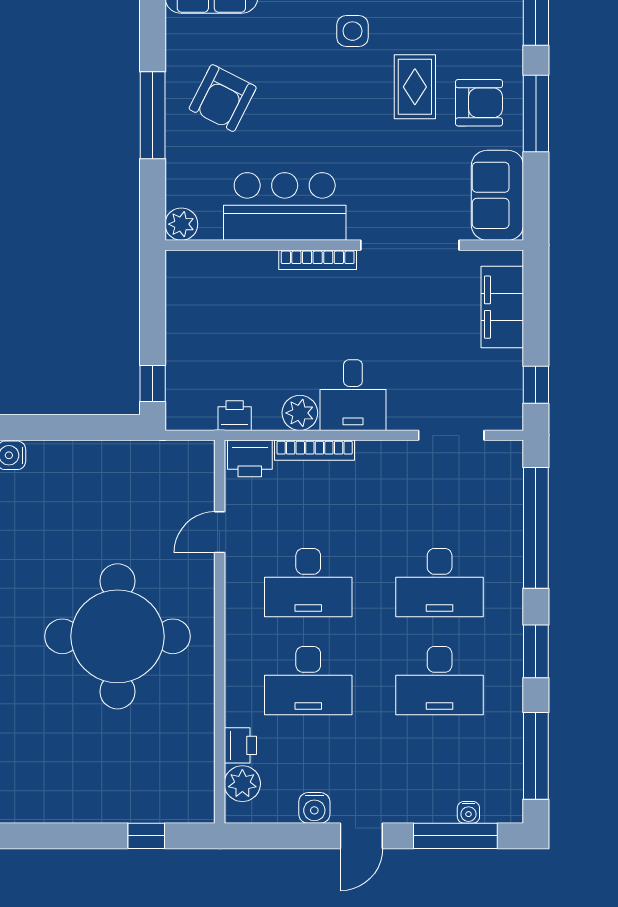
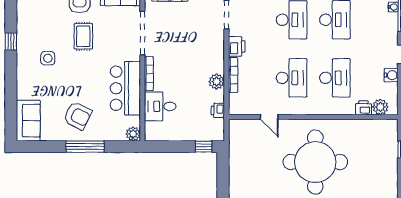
rug: (415, 87) -> (83, 36), moved, turned 90
desk: (353, 395) -> (160, 106), moved, turned 180
printer: (250, 458) -> (237, 46), moved

